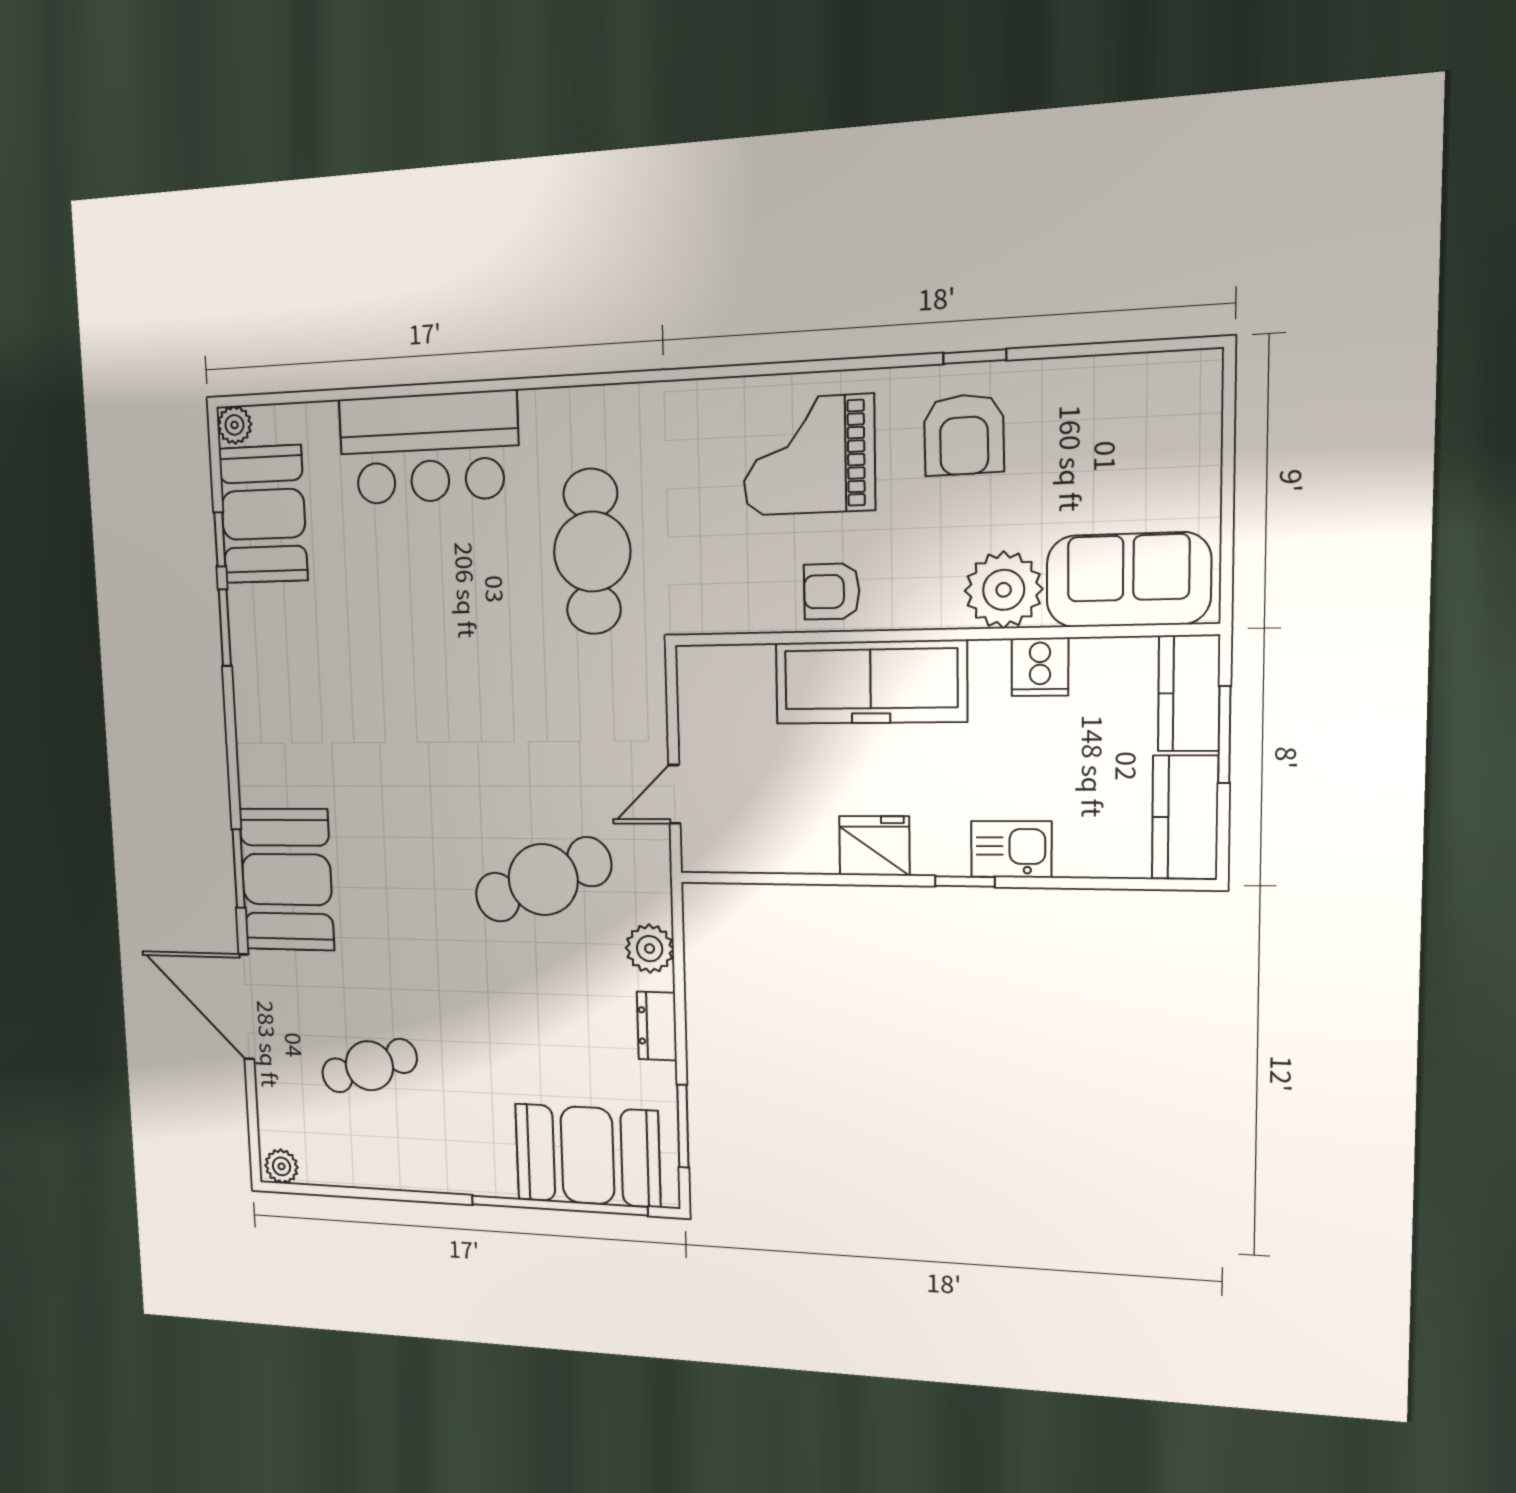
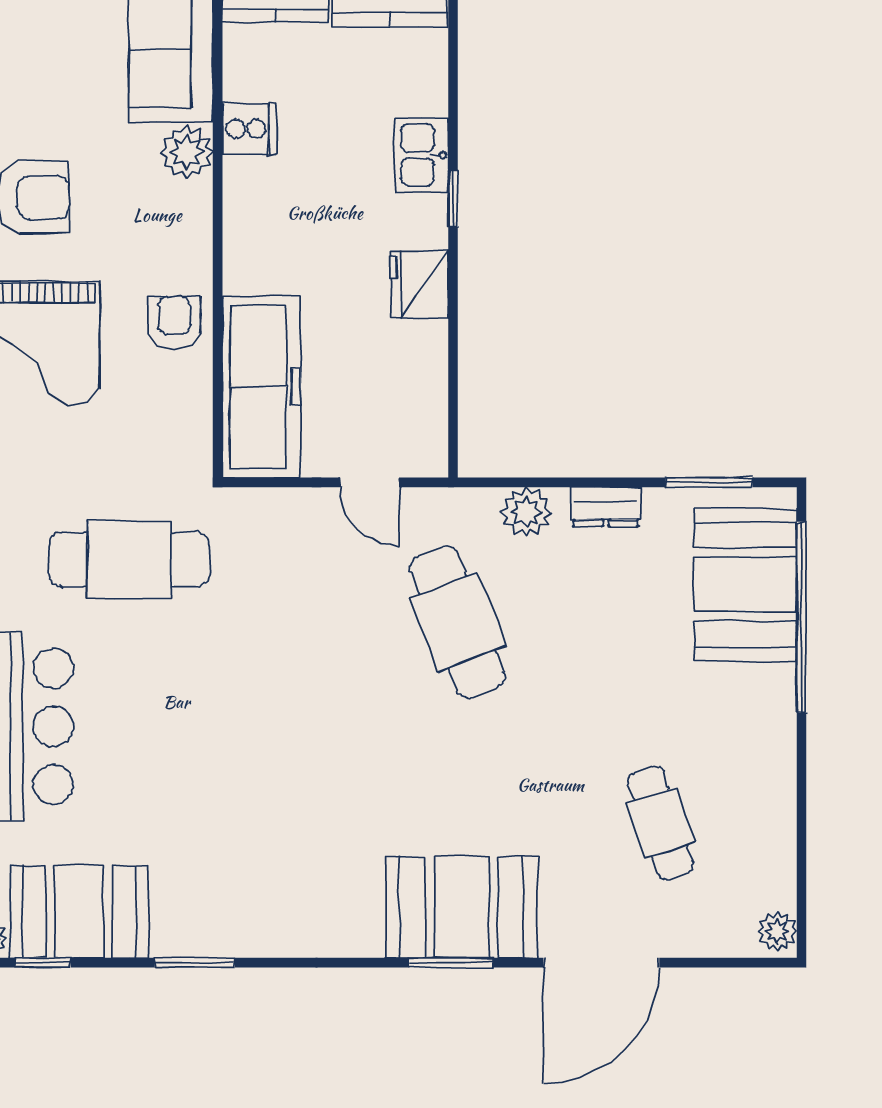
window: (220, 539) -> (43, 963), moved
plant: (1004, 590) -> (187, 152), width x0.73, depth x0.73
armchair: (832, 591) -> (174, 323), turned 180
freezer: (871, 682) -> (261, 387), moved

